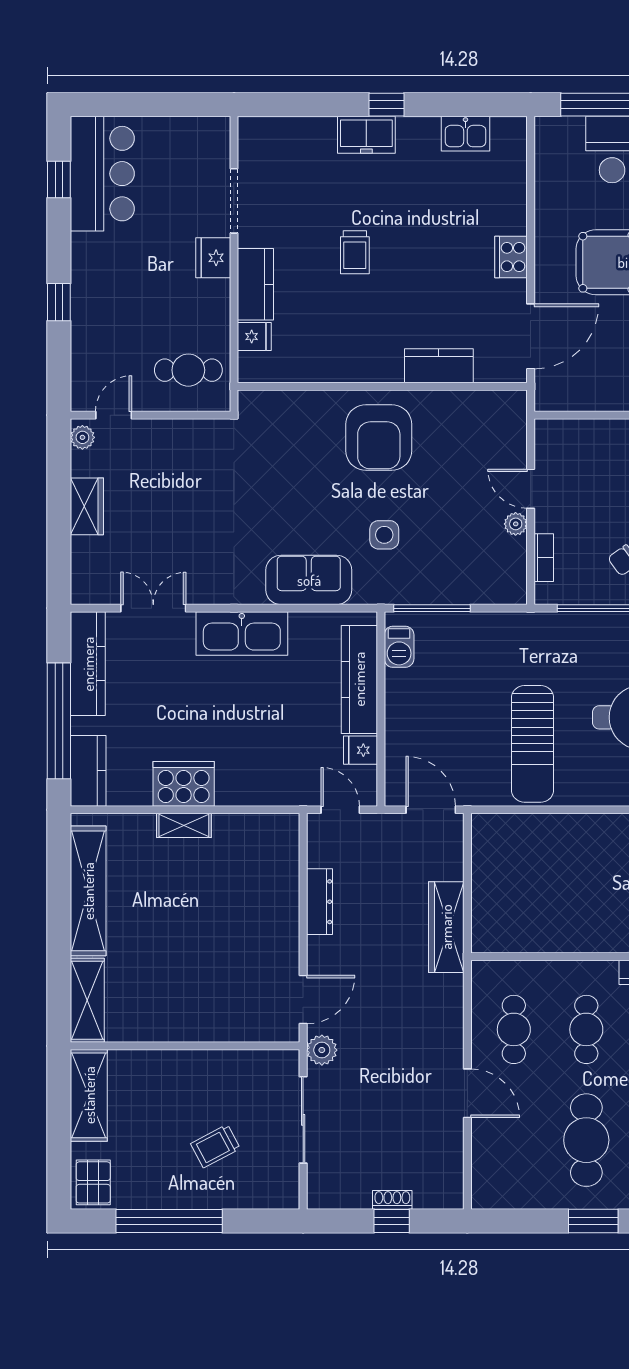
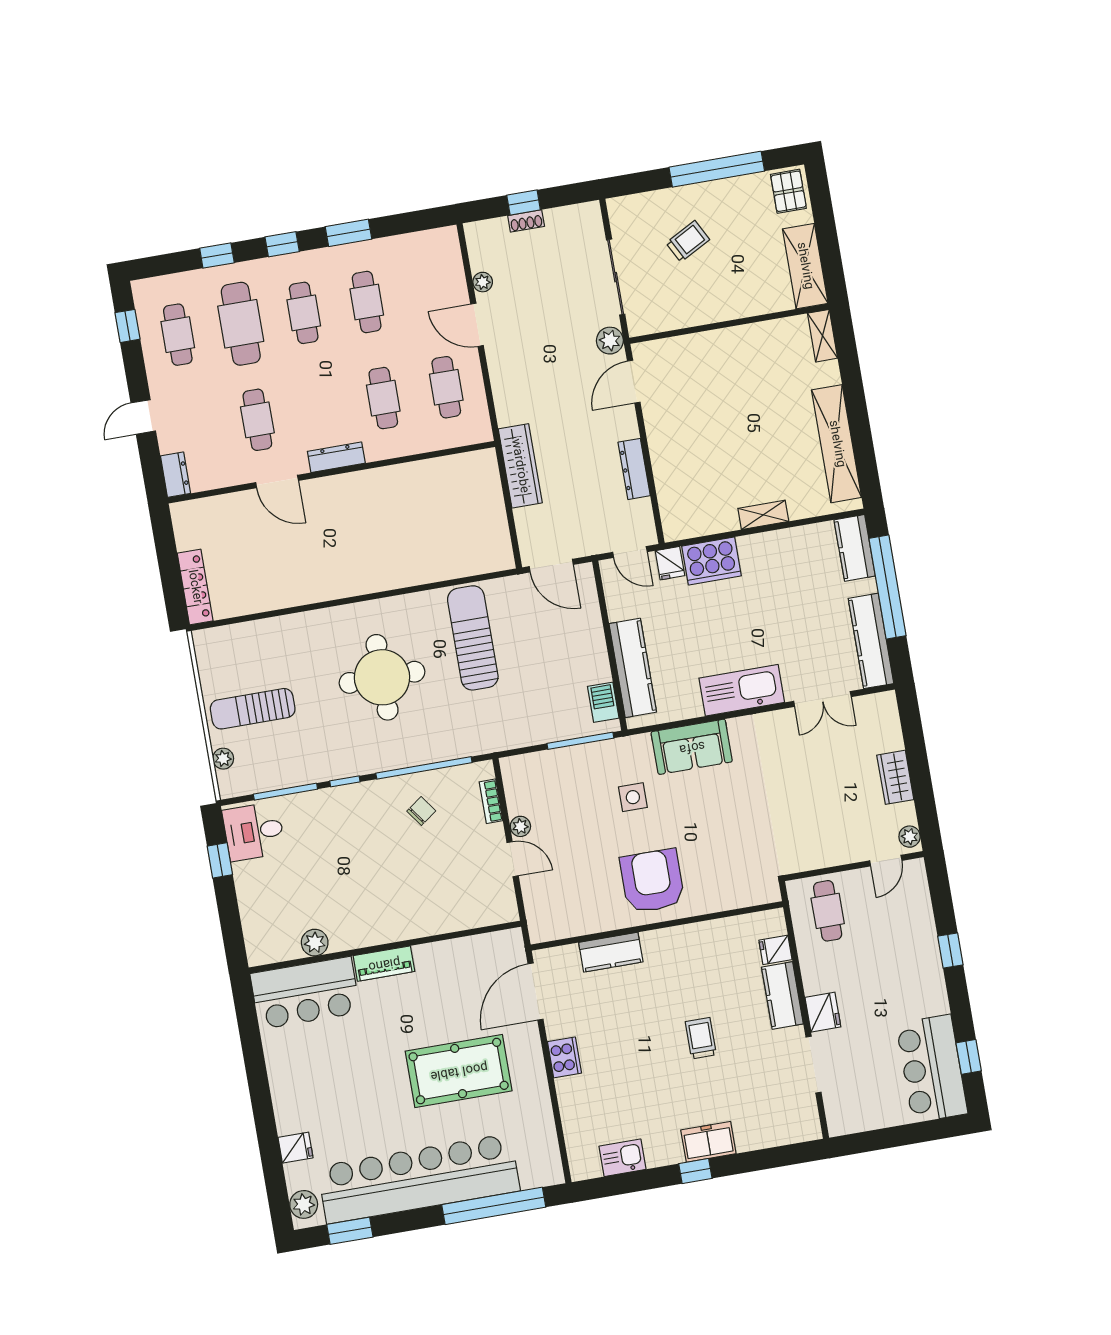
cafe table: (188, 370) -> (828, 911), turned 90
fridge: (361, 750) -> (670, 563), moved, turned 90
cooker: (184, 784) -> (712, 561), moved
shelving: (87, 1000) -> (822, 336), width x0.67, depth x0.75
plant: (453, 1140) -> (483, 282), added
cafe table: (586, 1140) -> (367, 302), width x0.73, depth x0.74

